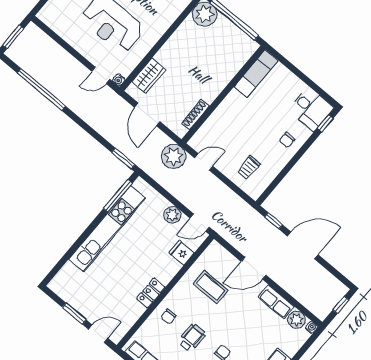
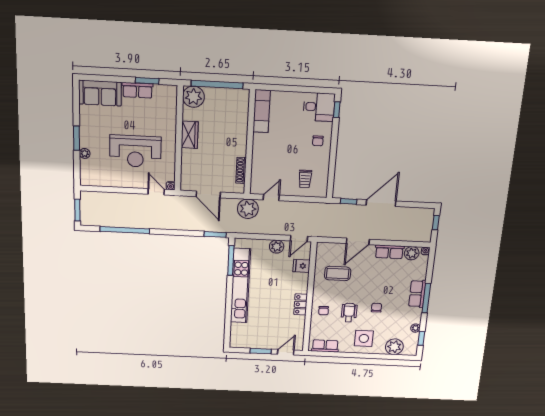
door: (101, 75) -> (156, 192), swing flipped
wardrobe: (149, 76) -> (190, 135), moved

